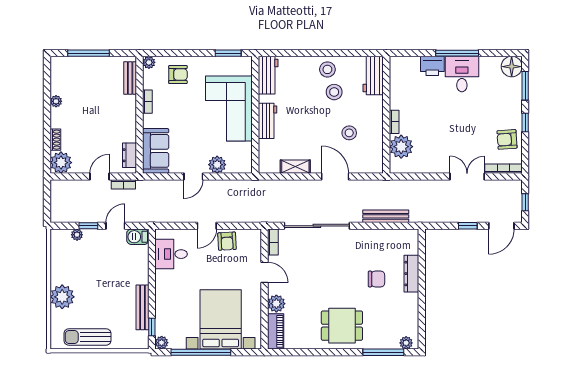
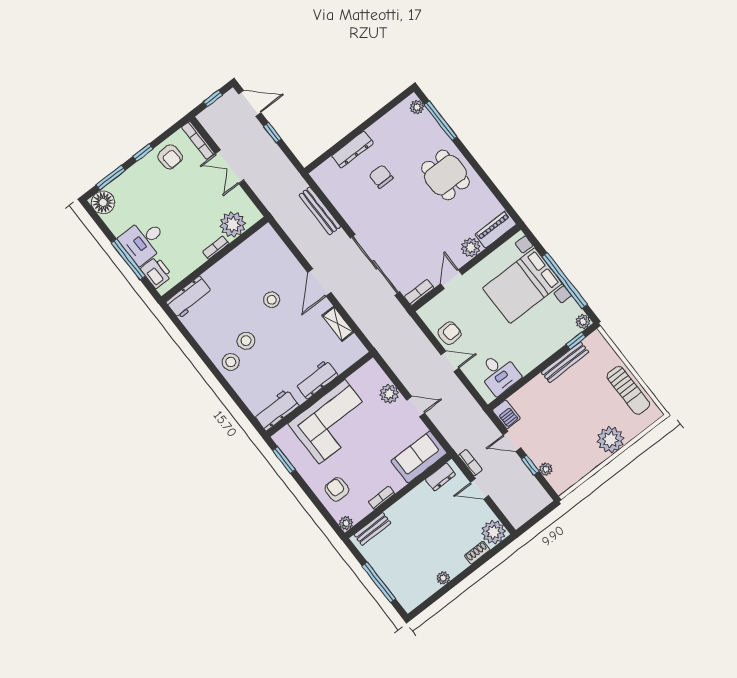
workbench: (373, 76) -> (189, 297), moved
wall: (386, 115) -> (215, 259), moved
bookcase: (394, 122) -> (216, 248), moved
plant: (401, 147) -> (233, 225), moved

